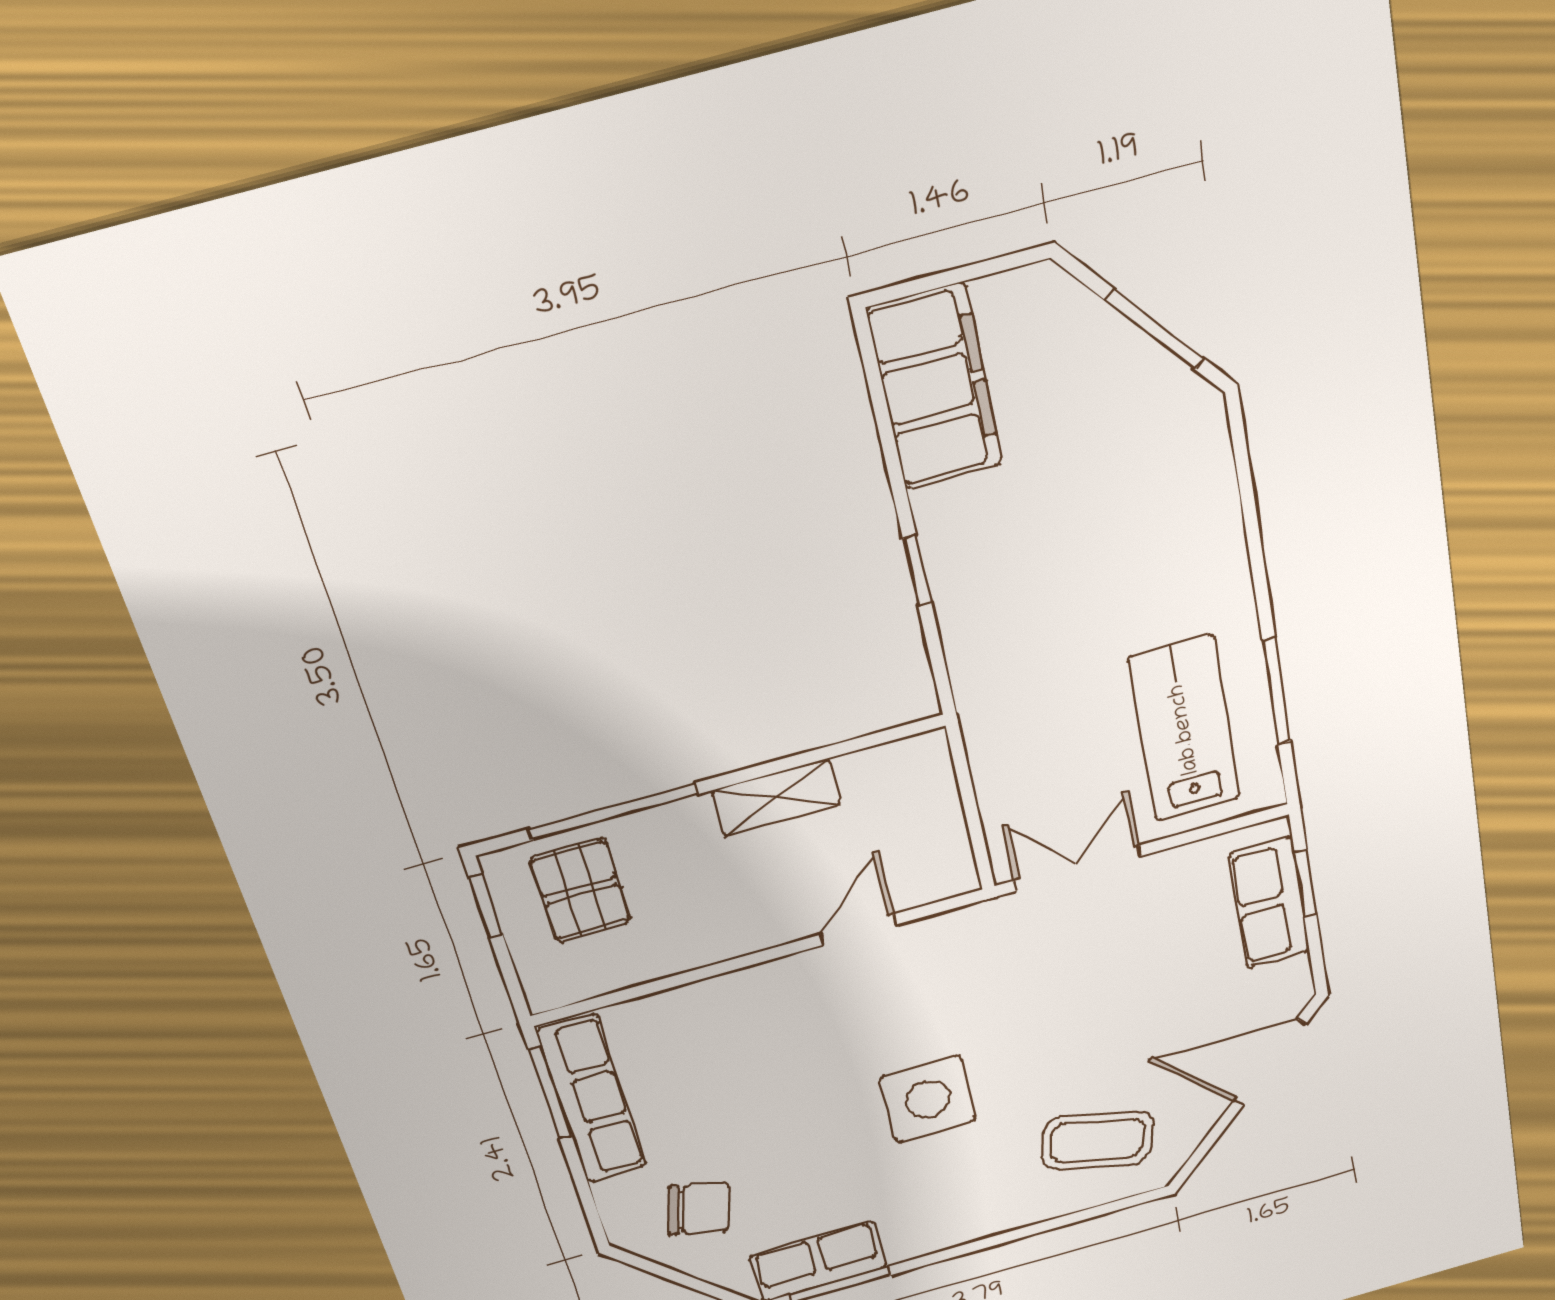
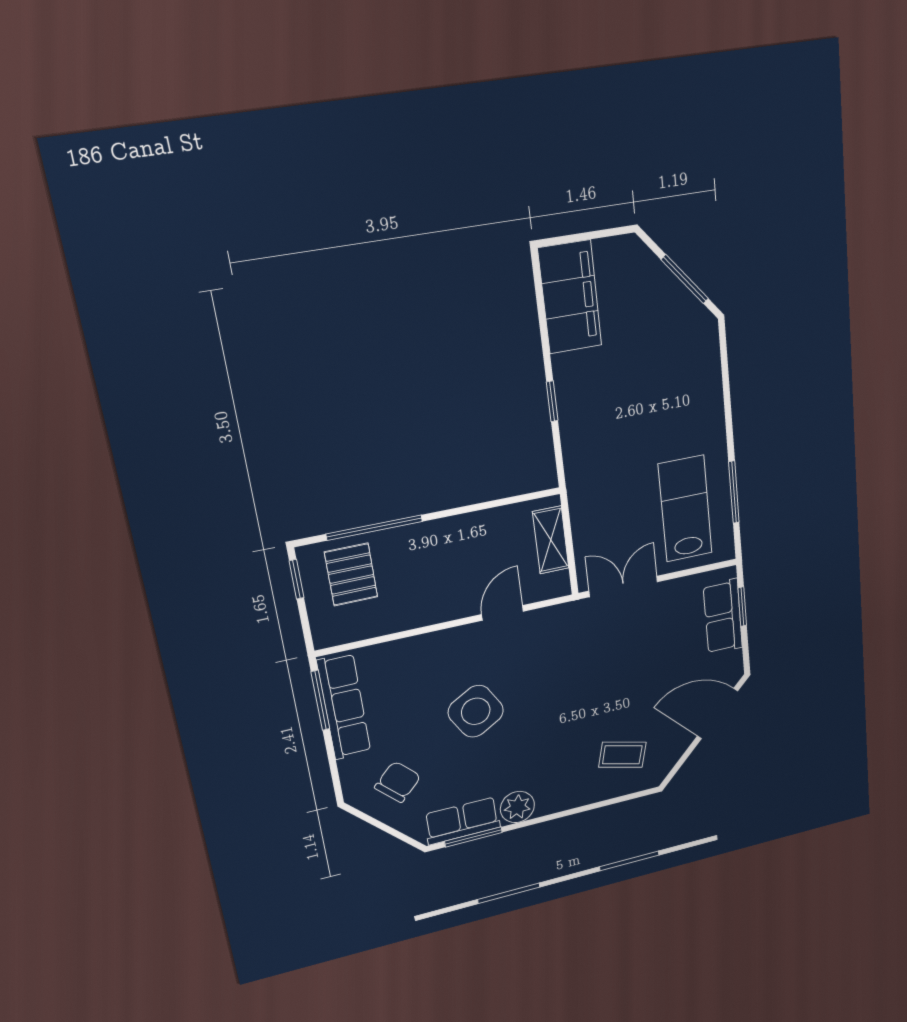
shelving: (776, 797) -> (551, 540), moved, turned 90
side table: (928, 1099) -> (476, 711), moved, turned -30
coffee table: (1097, 1140) -> (622, 755), width x0.73, depth x0.77
chair: (699, 1209) -> (398, 782), turned -60
plant: (914, 1234) -> (517, 807), added

